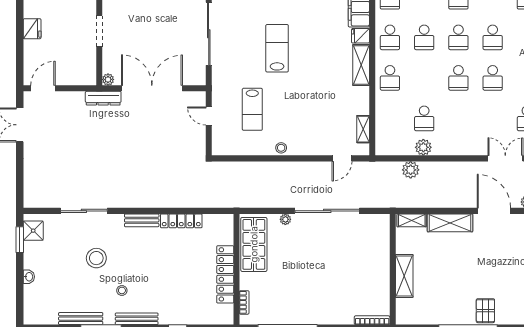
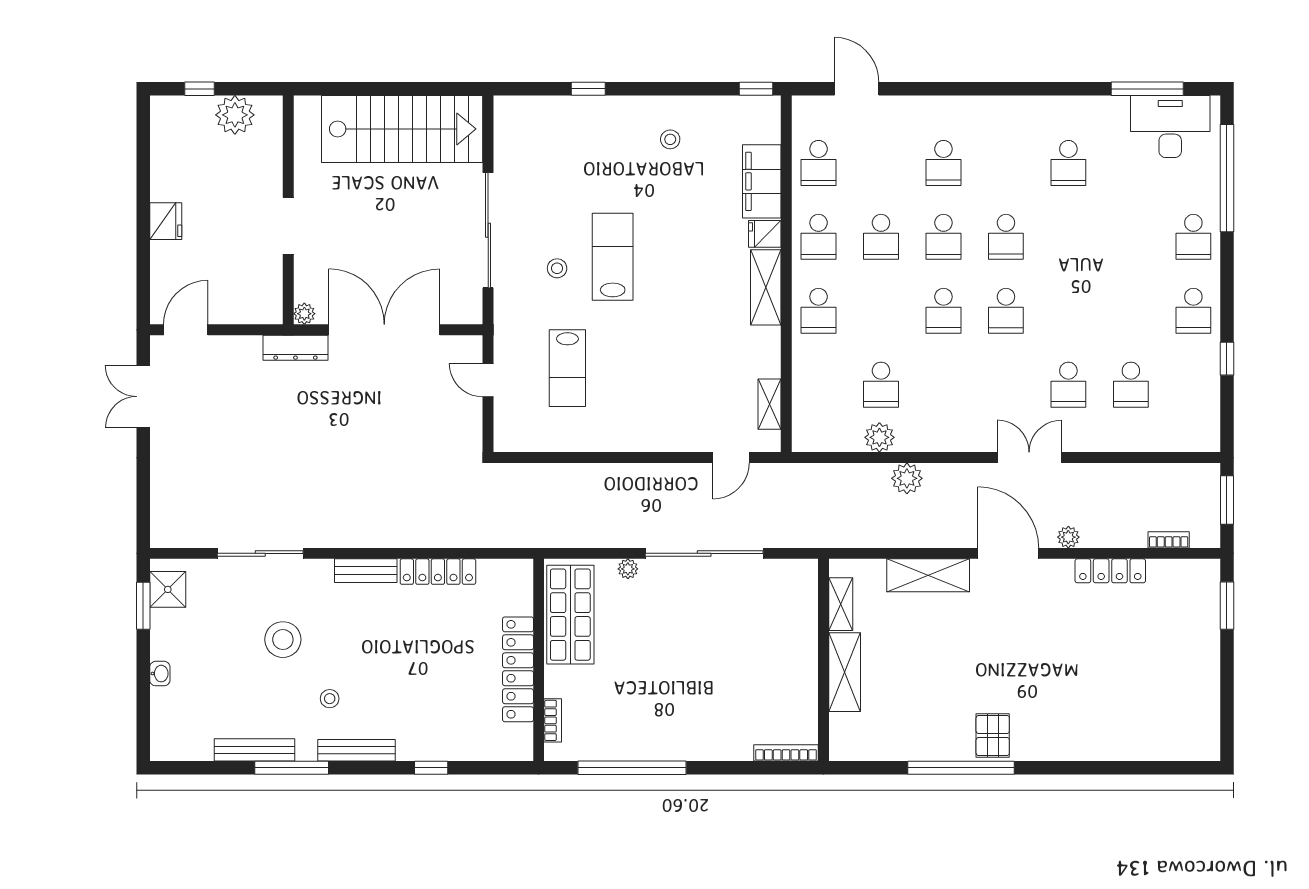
stool: (281, 148) -> (557, 268), moved
plant: (411, 170) -> (907, 478), moved
shelving: (412, 220) -> (841, 604), moved, turned 90

